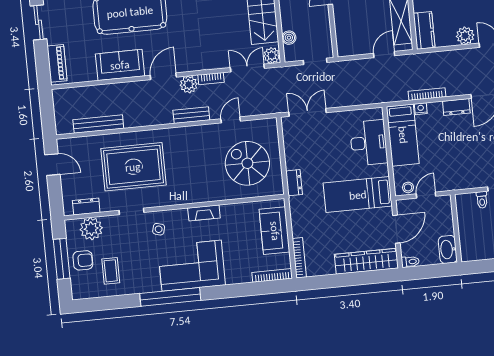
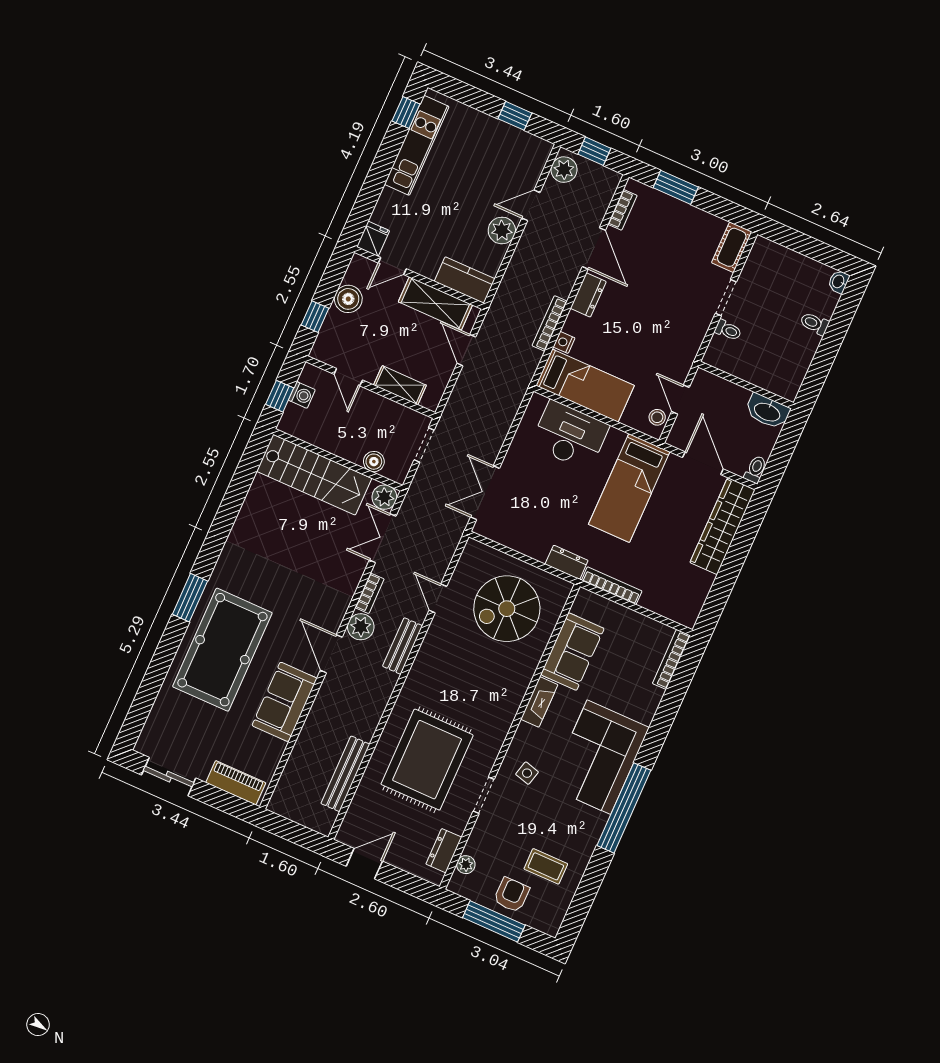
shelving: (342, 28) -> (400, 385), added
plant: (91, 229) -> (466, 865), width x0.53, depth x0.53
sofa: (275, 231) -> (572, 652), moved, turned -90
bookcase: (299, 258) -> (612, 586), moved

